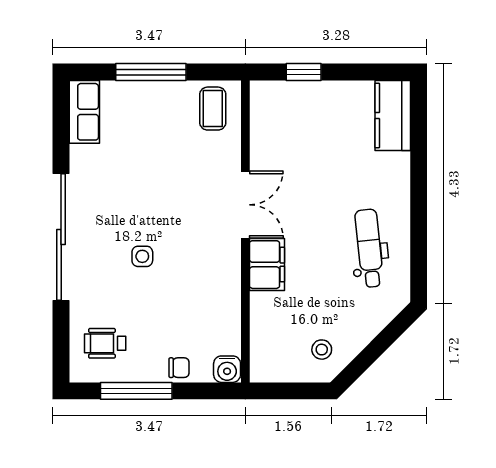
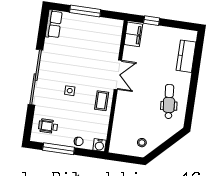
coffee table: (213, 109) -> (102, 101), moved
kitchen counter: (393, 116) -> (186, 56), moved
filing cabinet: (267, 265) -> (133, 34), moved

